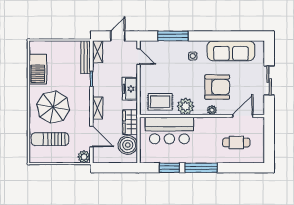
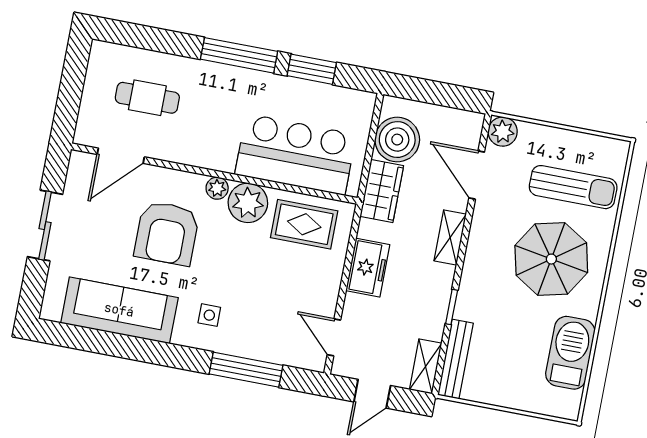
armchair: (217, 87) -> (167, 233), turned -90
plant: (212, 110) -> (217, 188), moved

